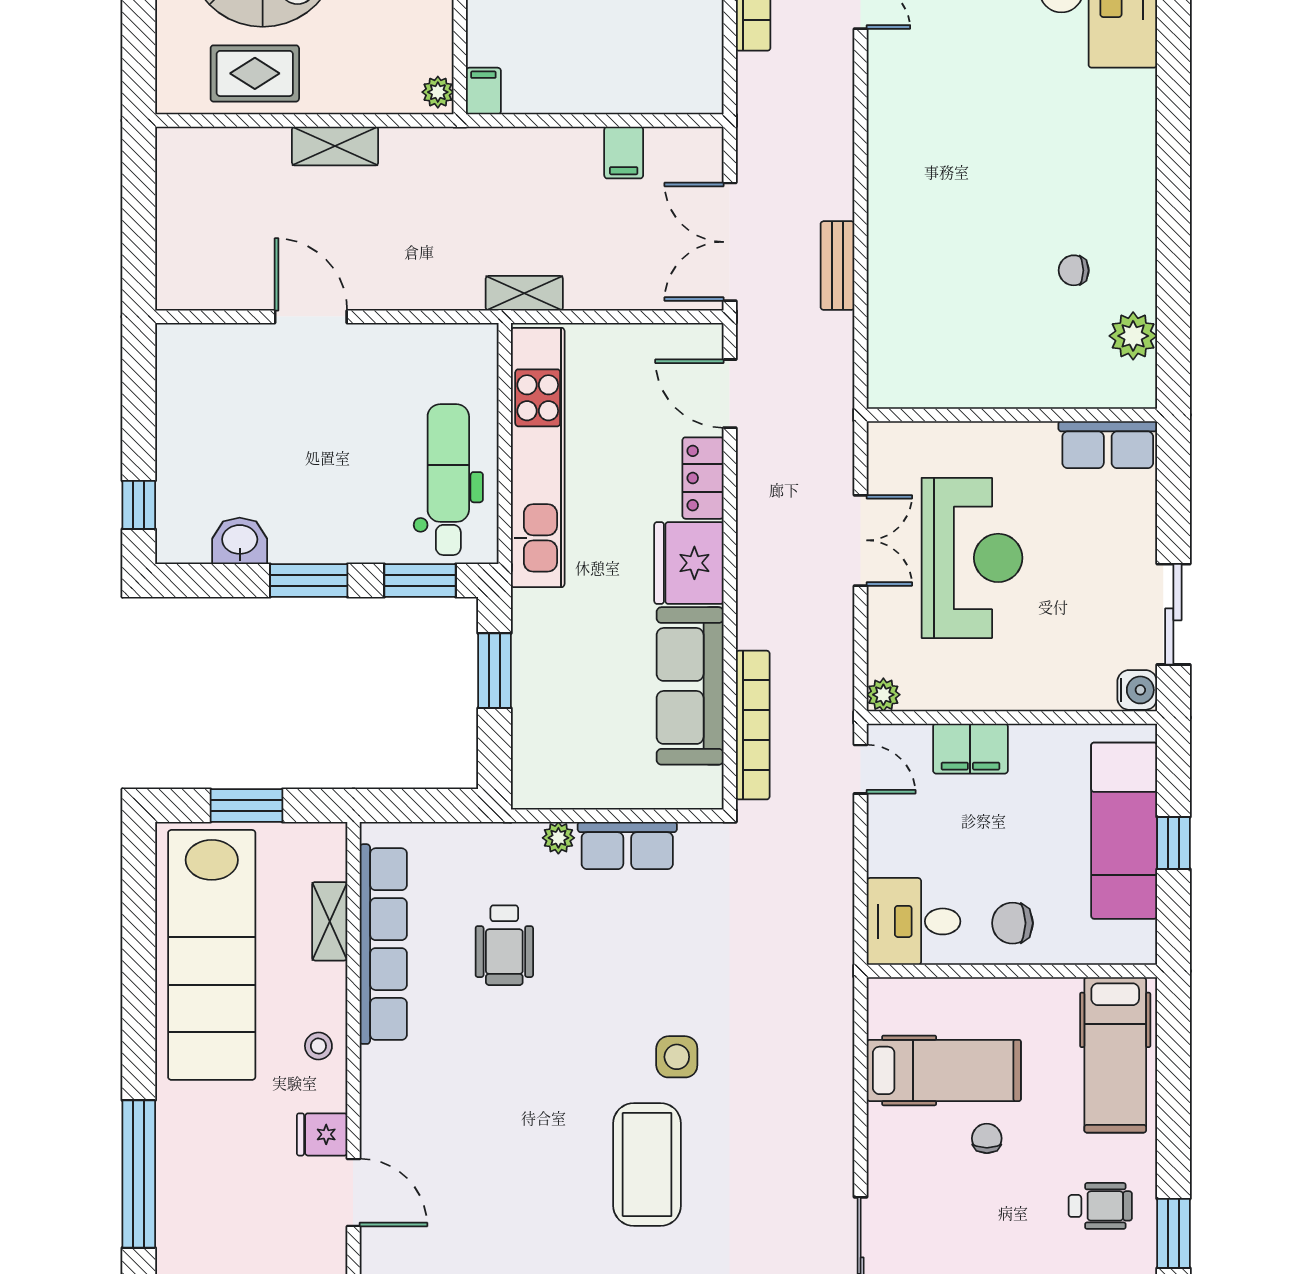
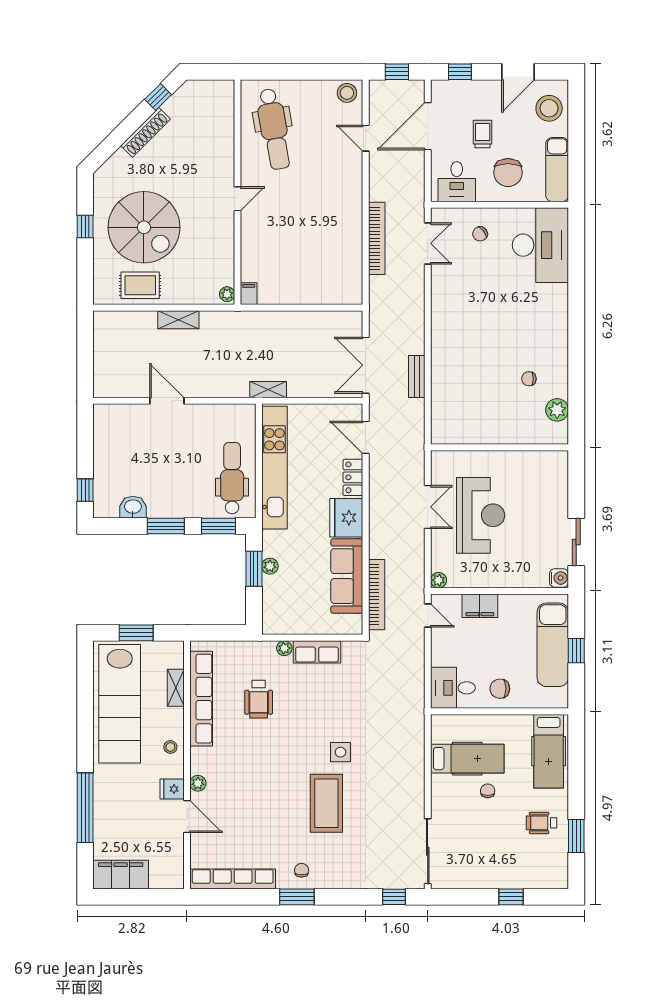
filing cabinet: (624, 153) -> (315, 323), removed
row of seats: (1108, 445) -> (545, 462), removed
plant: (528, 665) -> (270, 566), added
plant: (376, 1122) -> (198, 783), added
wheelchair: (1100, 1206) -> (542, 823), turned 180

